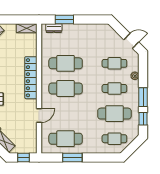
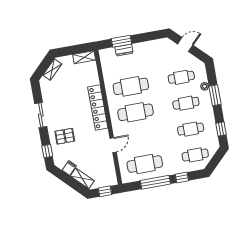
dresser: (54, 28) -> (124, 50), moved
door: (131, 41) -> (185, 45), moved
window: (143, 97) -> (215, 95), moved
cafe table: (114, 114) -> (191, 129), width x0.73, depth x0.74
window: (72, 158) -> (155, 182), width x1.44
window: (98, 158) -> (182, 177), added

